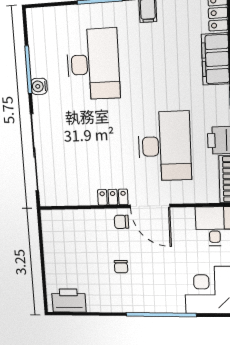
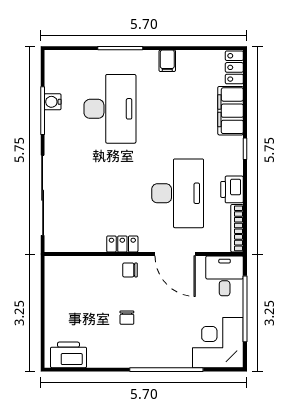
water cooler: (39, 86) -> (53, 102), moved
door: (150, 206) -> (175, 254), moved

